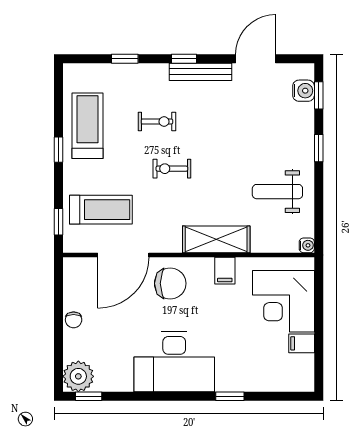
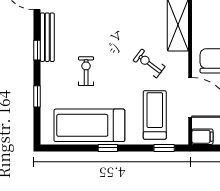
treadmill: (88, 126) -> (89, 125), width x1.37, depth x1.38
exercise bike: (172, 169) -> (149, 63), moved, turned 127
filing cabinet: (225, 271) -> (202, 137), moved

